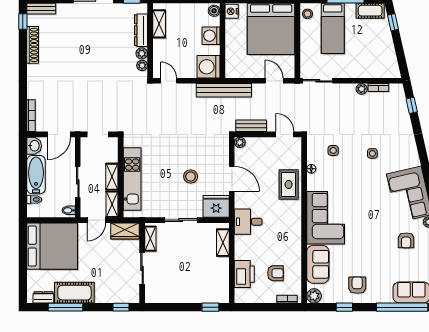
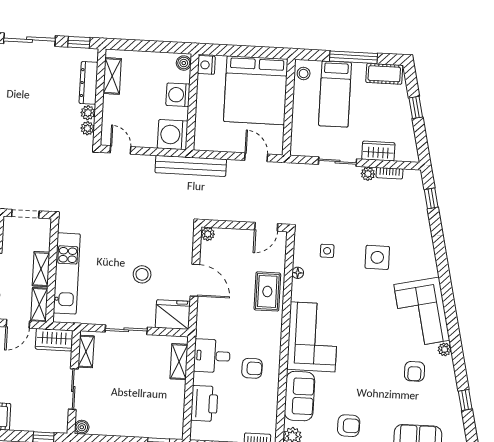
window: (393, 22) -> (416, 107), moved
wardrobe: (369, 71) -> (378, 151), added
sliding door: (318, 81) -> (338, 162), moved
bench: (251, 126) -> (223, 213), removed
door: (285, 134) -> (266, 227), swing flipped
side table: (372, 153) -> (377, 257), width x1.87, depth x1.87
desk: (248, 222) -> (212, 356), moved
armchair: (275, 273) -> (252, 368), moved
armchair: (357, 285) -> (349, 426), turned 90
boiler: (150, 298) -> (82, 427), added

